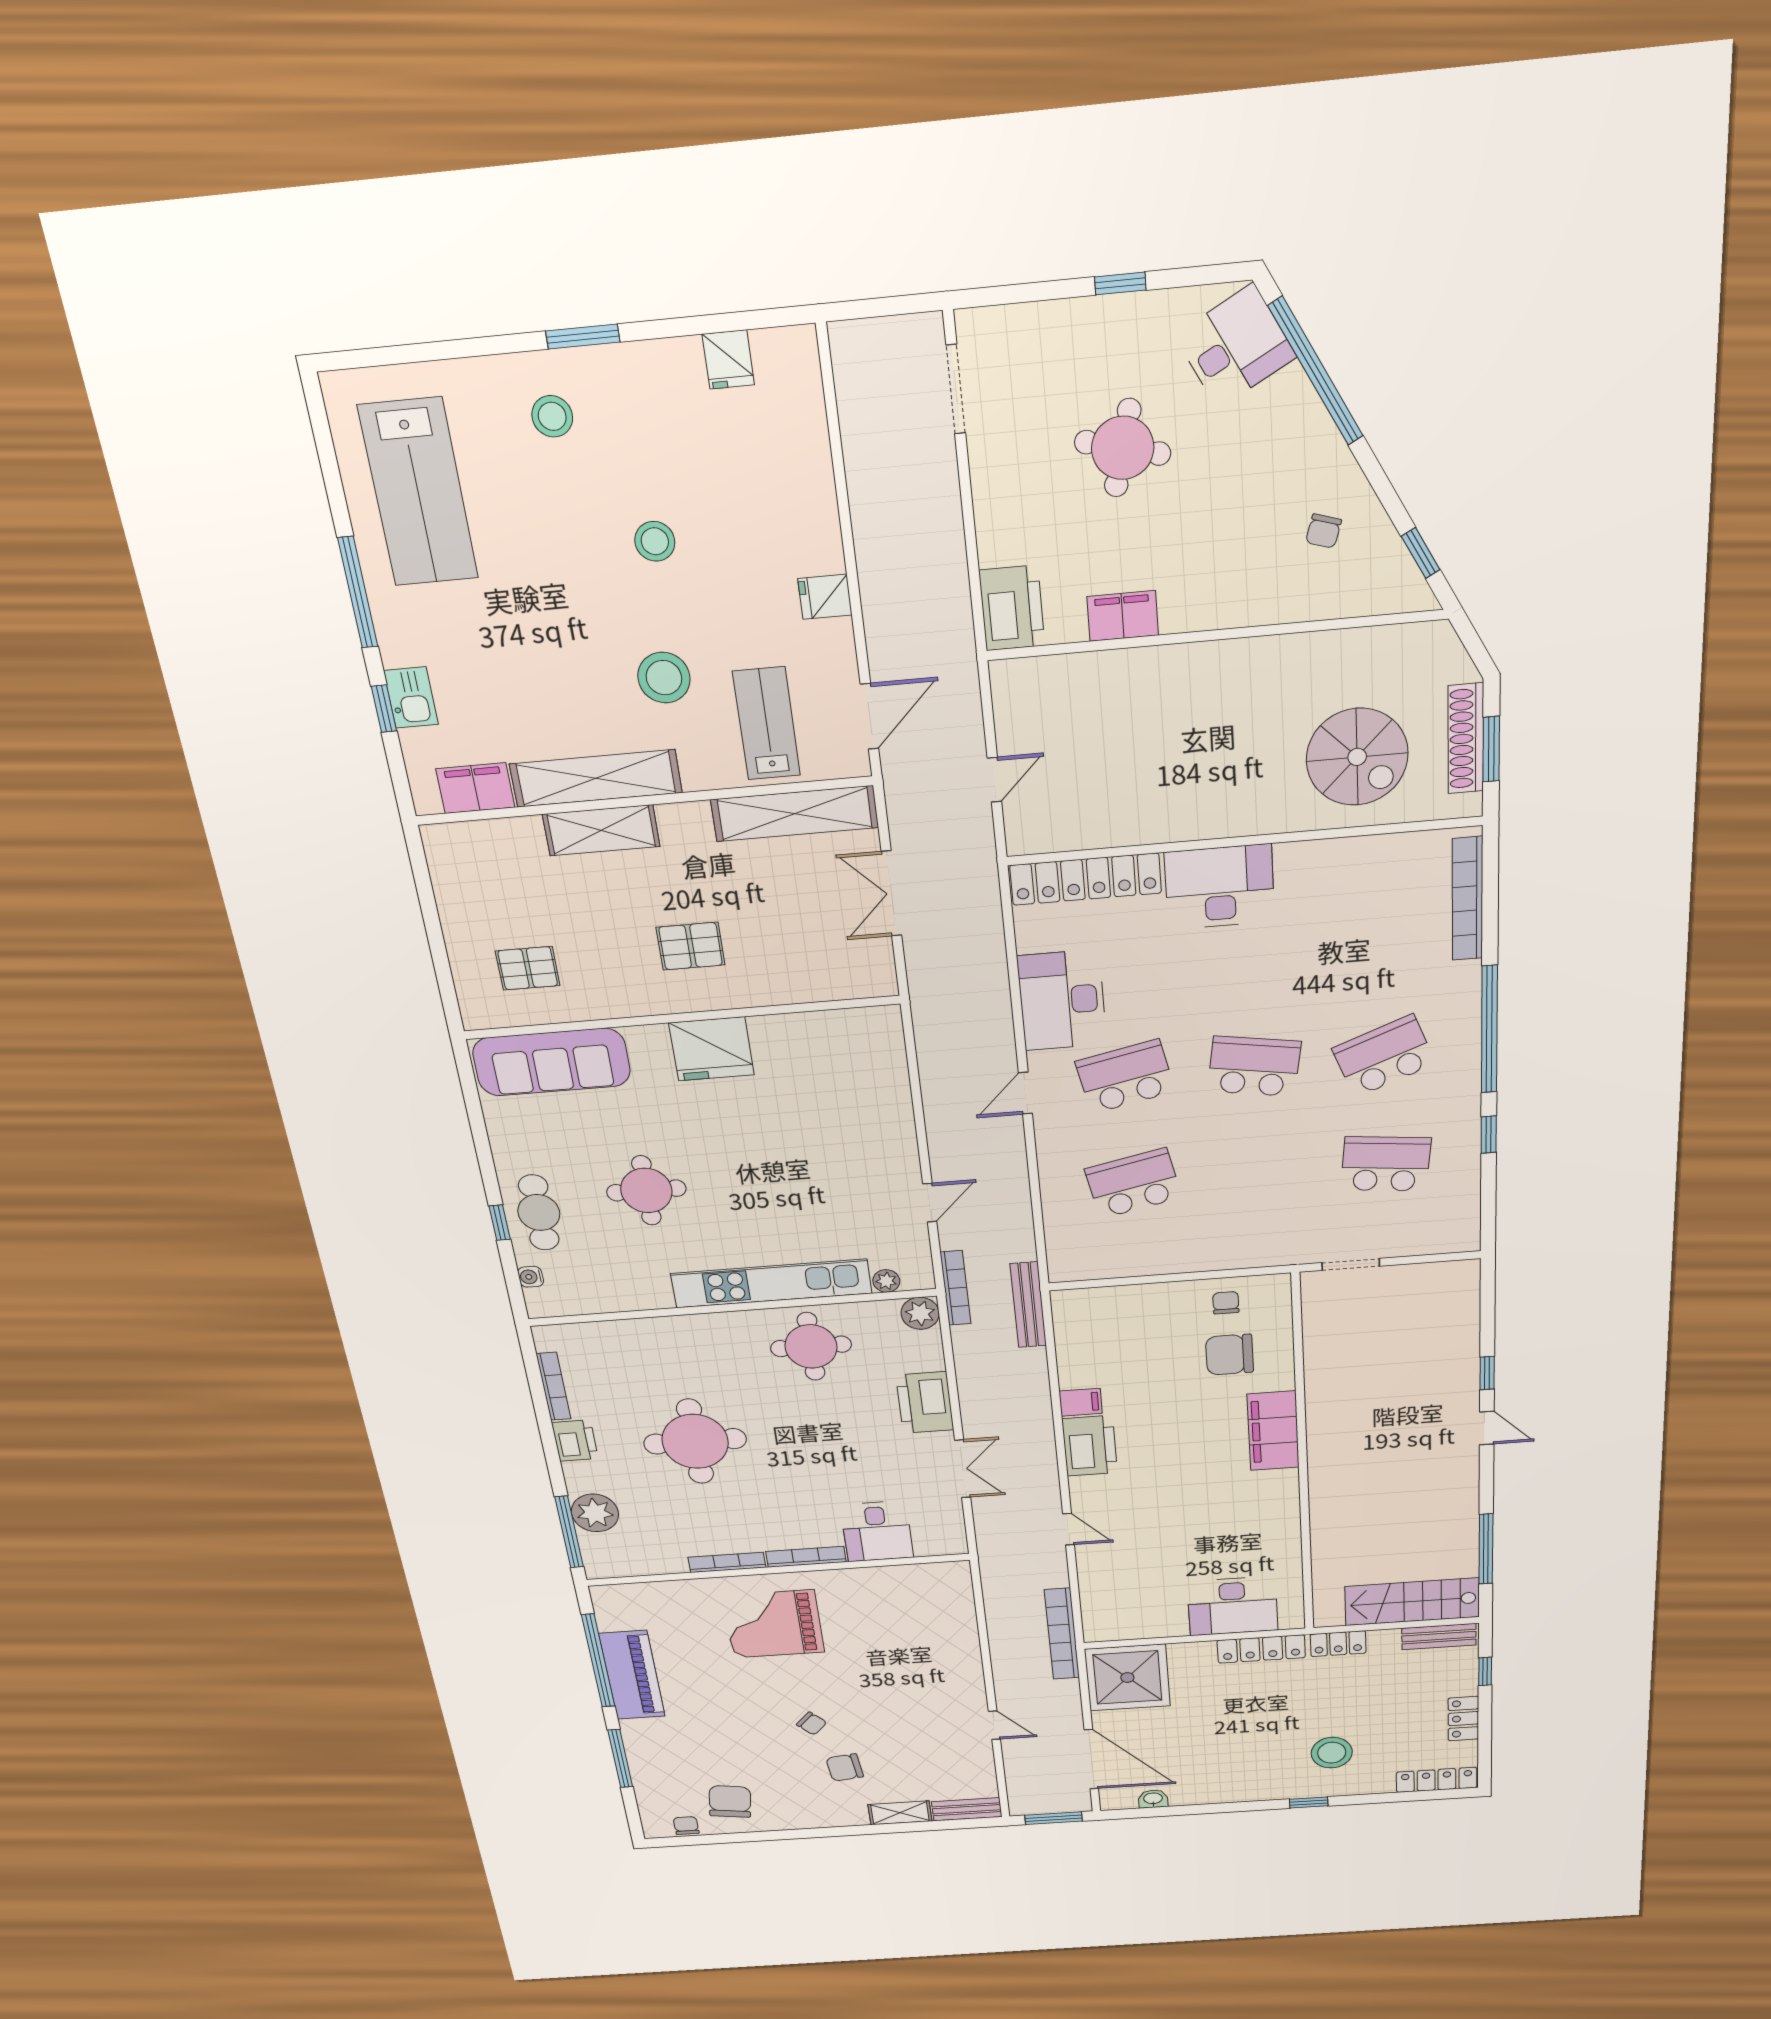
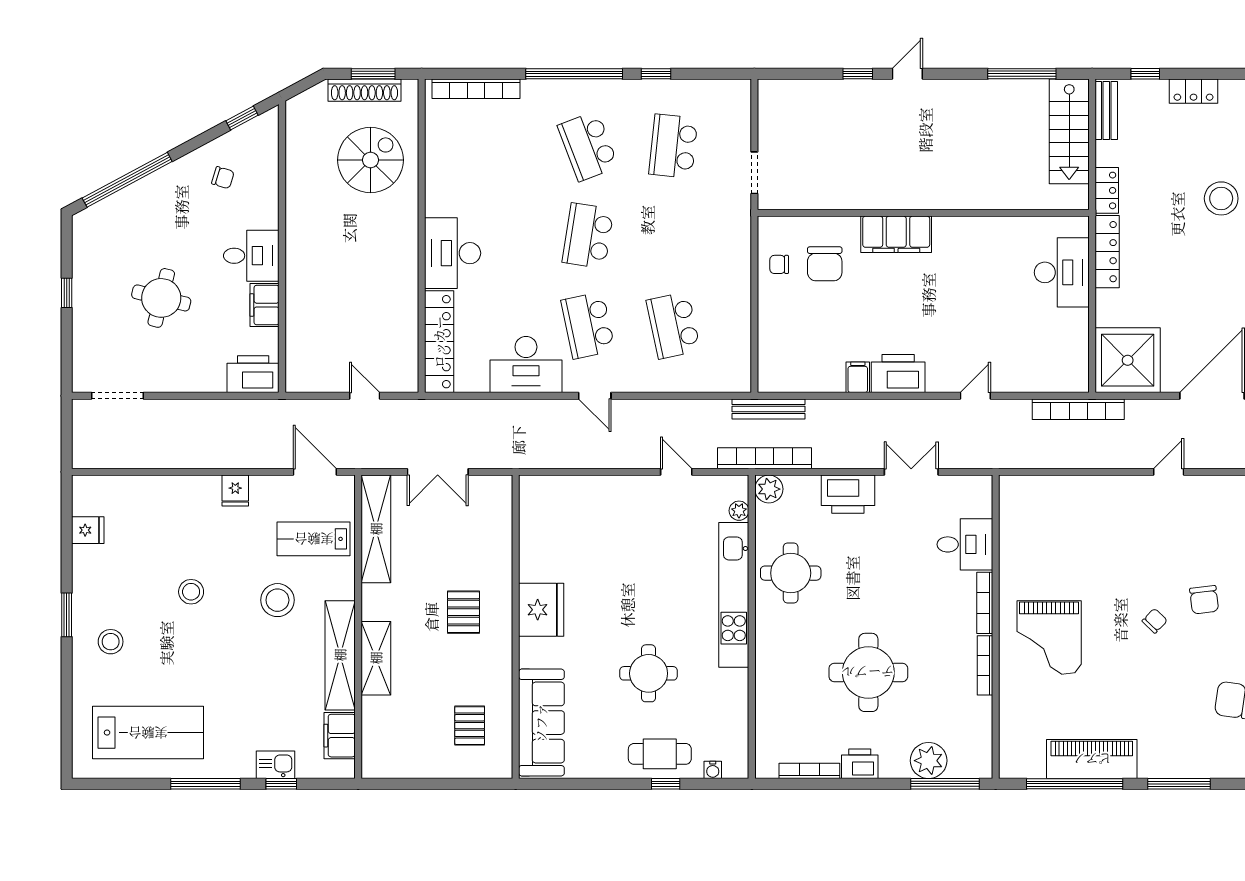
desk: (1235, 346) -> (251, 256), moved, turned 118
bookcase: (955, 1288) -> (765, 458), width x1.48, depth x1.31

